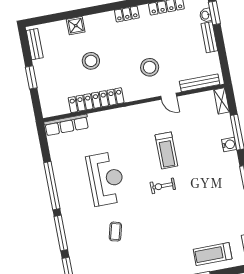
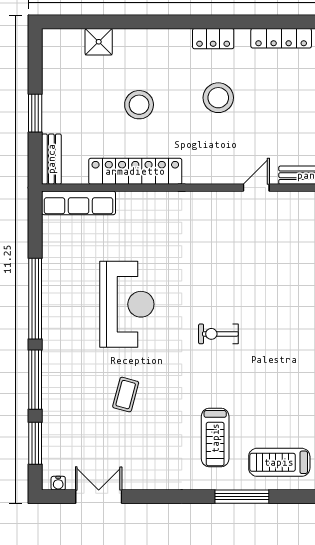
shower: (76, 26) -> (99, 42), moved
bench: (35, 44) -> (51, 159), moved
stool: (150, 67) -> (218, 98), moved
door: (169, 96) -> (256, 188), swing flipped
treadmill: (166, 150) -> (215, 438), moved

